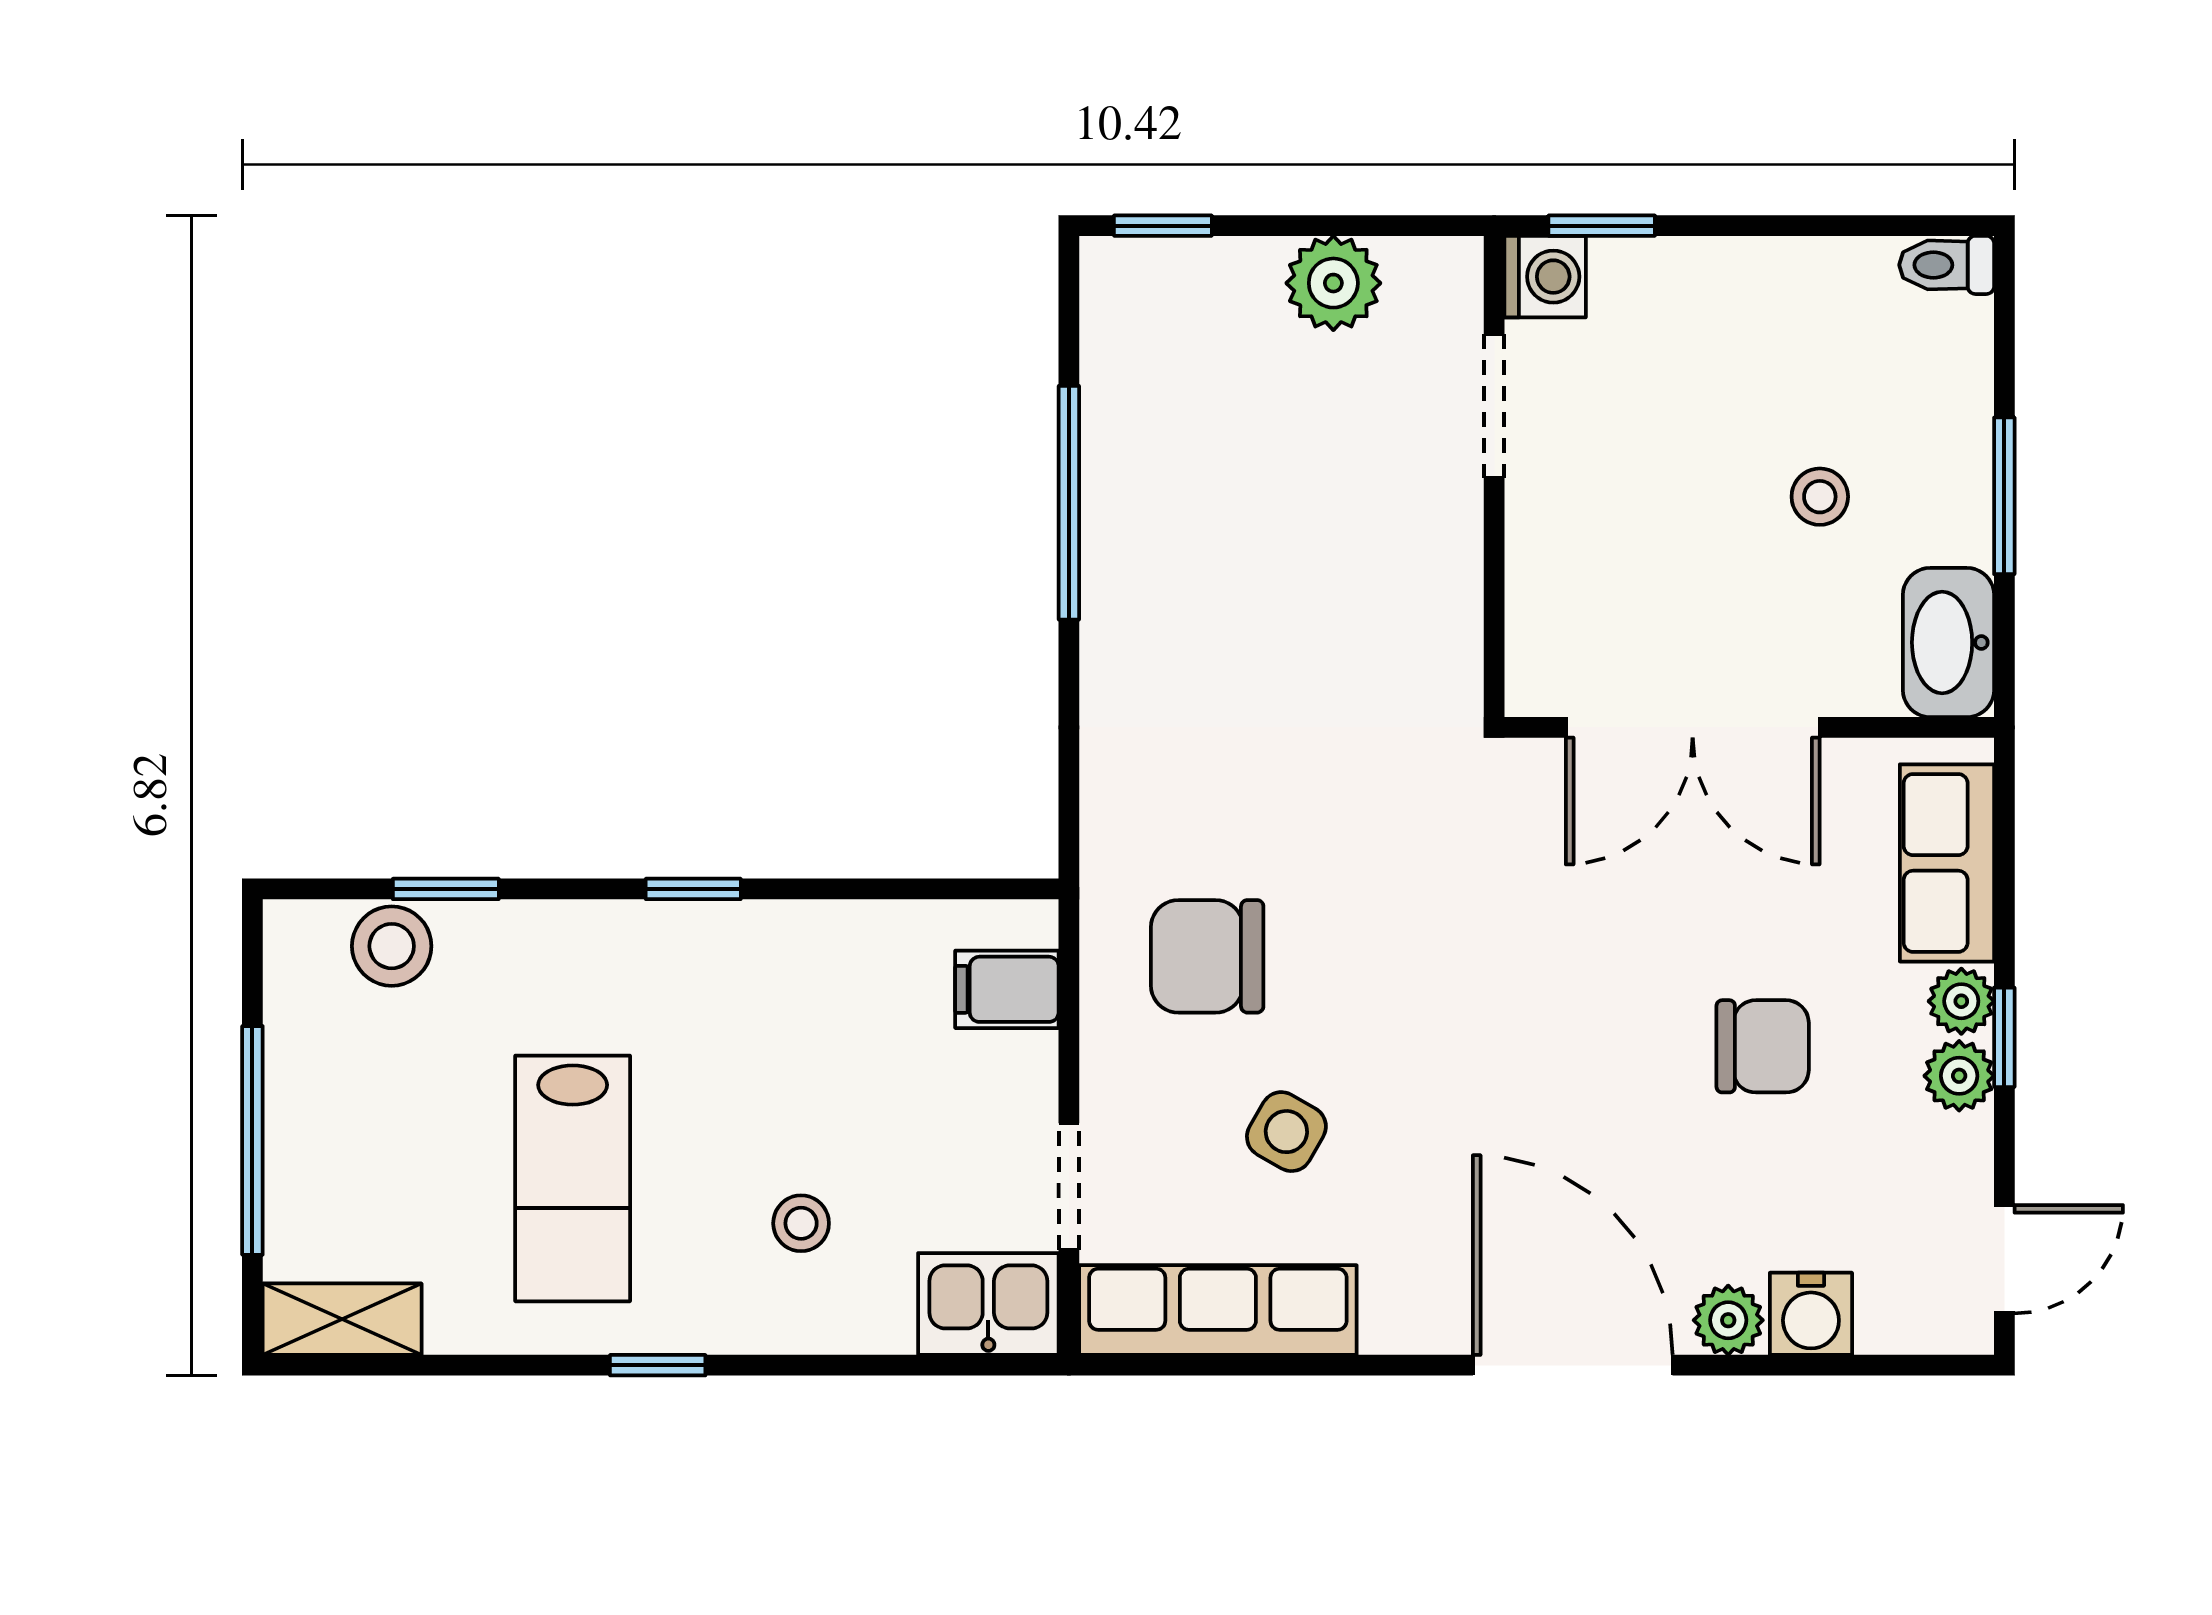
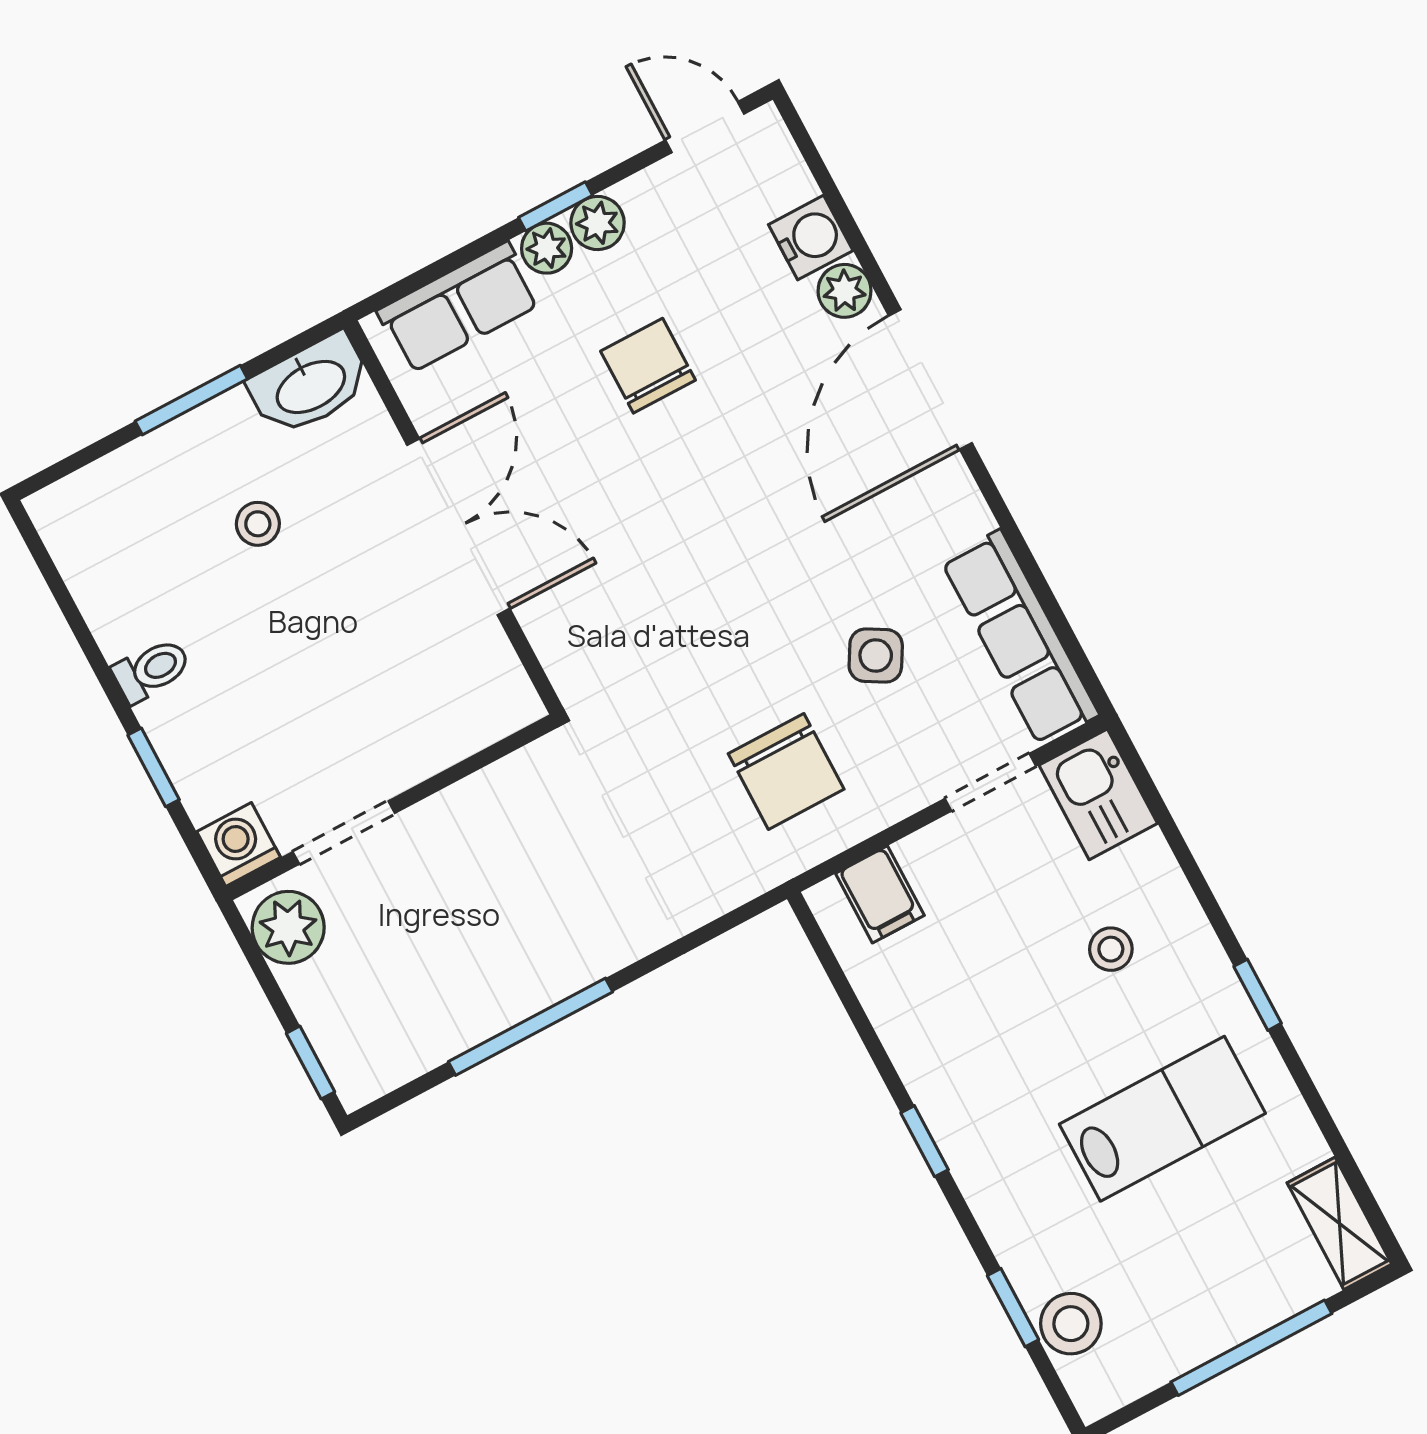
toilet: (1947, 265) -> (152, 670), moved, turned -90
washing machine: (1545, 277) -> (239, 844), moved
doorway: (1494, 406) -> (344, 832), moved
wall: (1494, 476) -> (391, 807), moved

